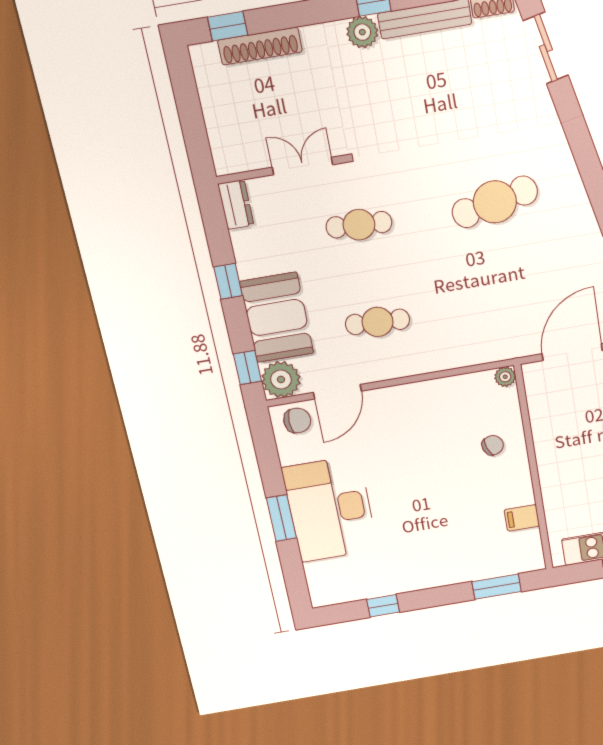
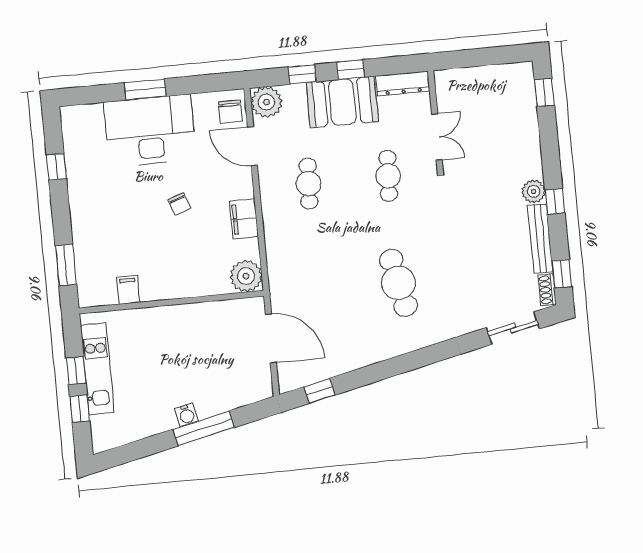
shoe rack: (260, 46) -> (528, 115), removed
dresser: (236, 205) -> (403, 84), width x1.44
booth: (277, 317) -> (342, 102), moved
window: (248, 368) -> (302, 74), moved
plant: (505, 377) -> (246, 276), width x1.88, depth x1.88
filing cabinet: (428, 395) -> (244, 219), added
chair: (493, 445) -> (179, 204), moved

